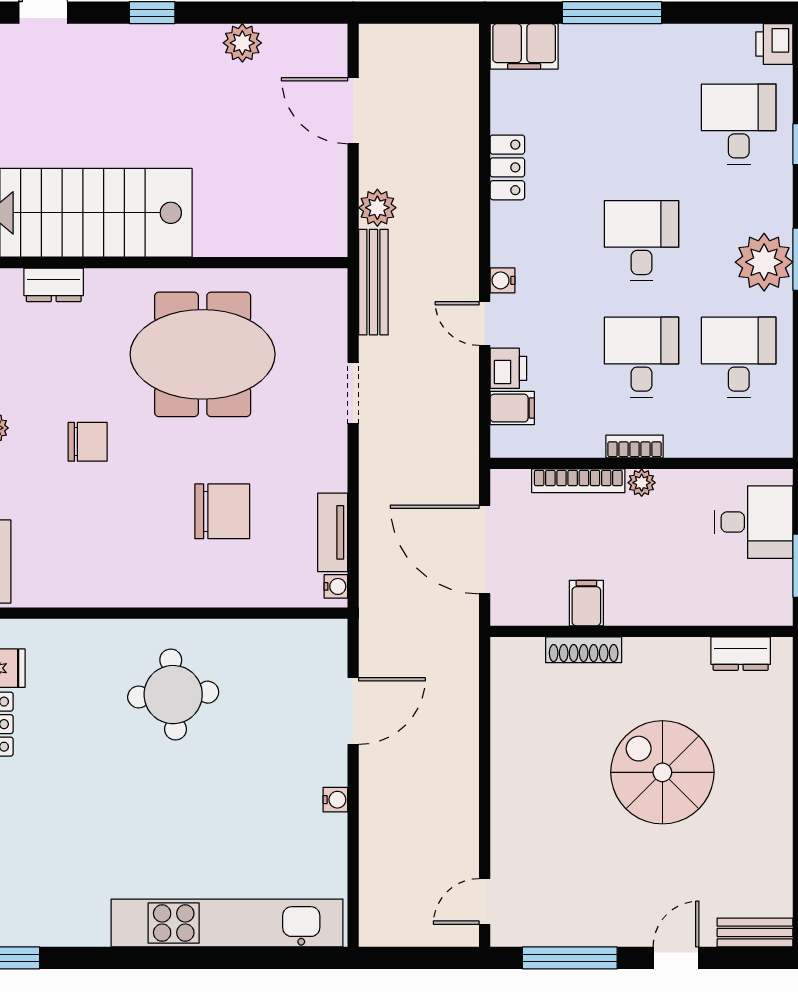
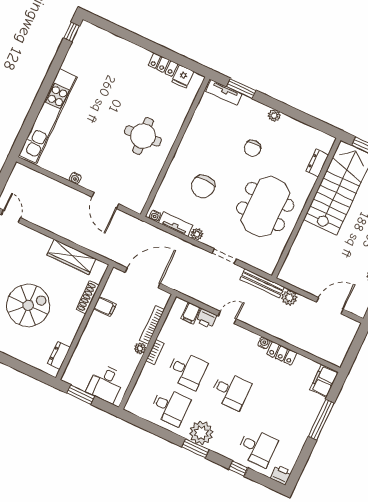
water cooler: (503, 280) -> (264, 343), moved
plant: (333, 476) -> (197, 234), added
wardrobe: (512, 727) -> (71, 257), added

